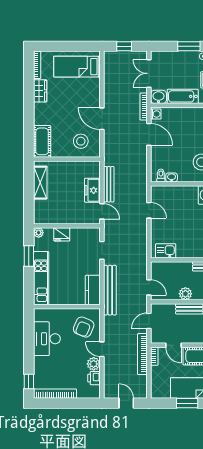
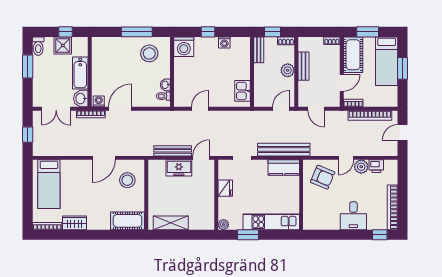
fridge: (62, 234) -> (225, 188), moved
desk: (47, 339) -> (353, 216), moved, width x0.73
bookcase: (142, 354) -> (370, 115), moved

